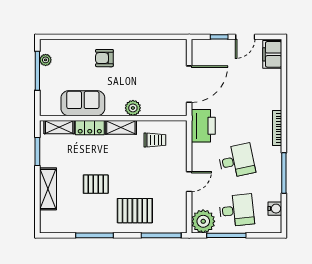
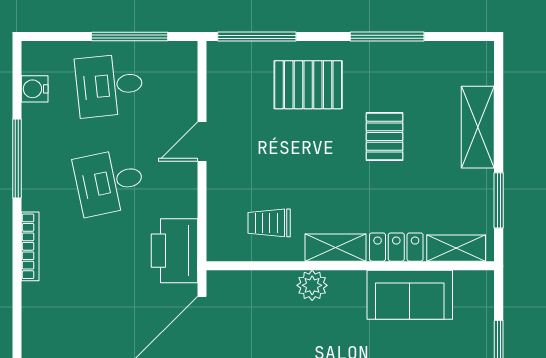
pallet: (96, 184) -> (385, 137), turned 90
plant: (203, 221) -> (175, 64), removed

